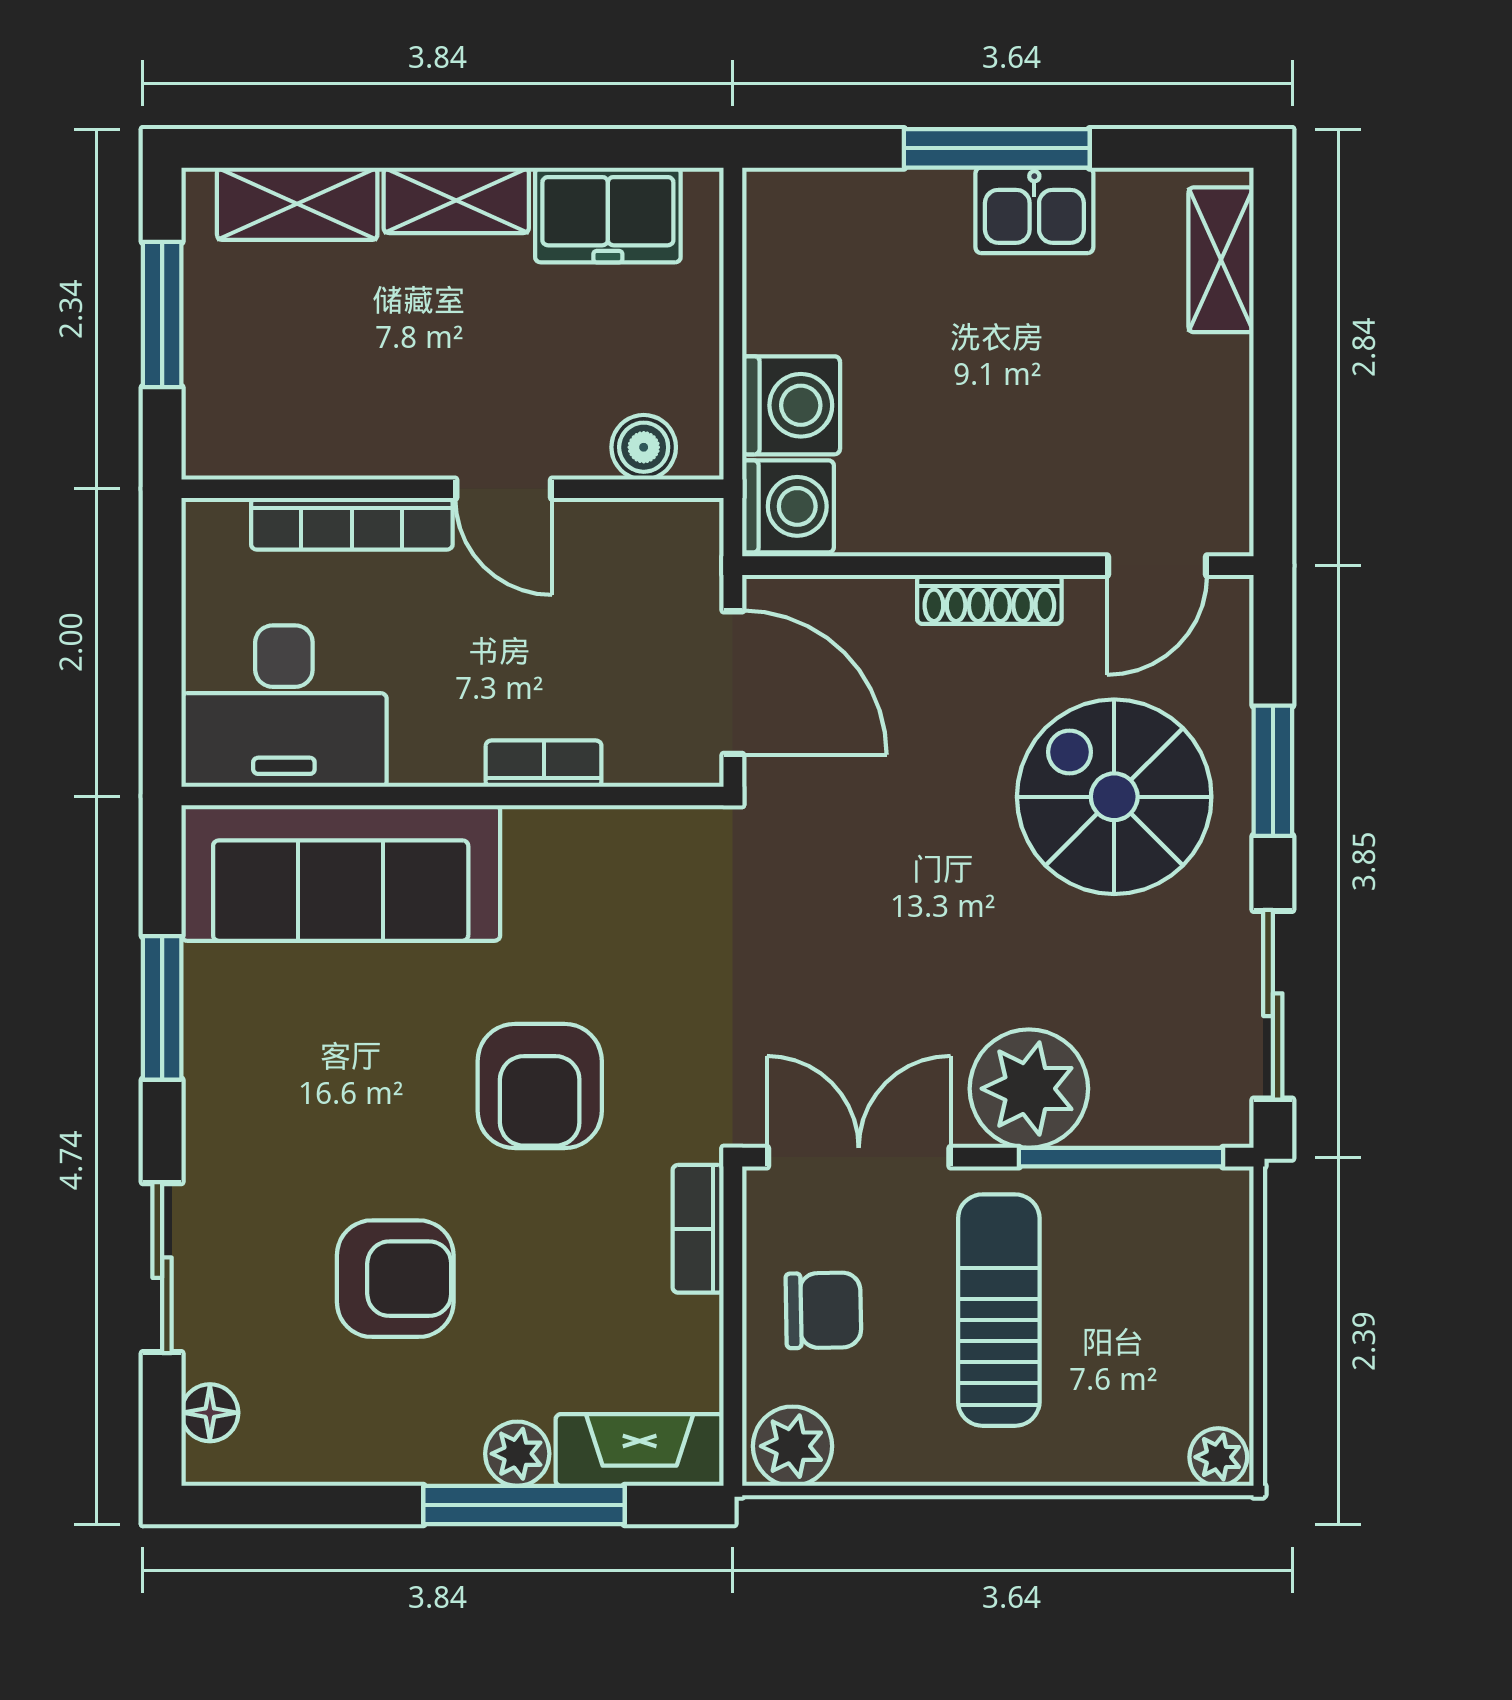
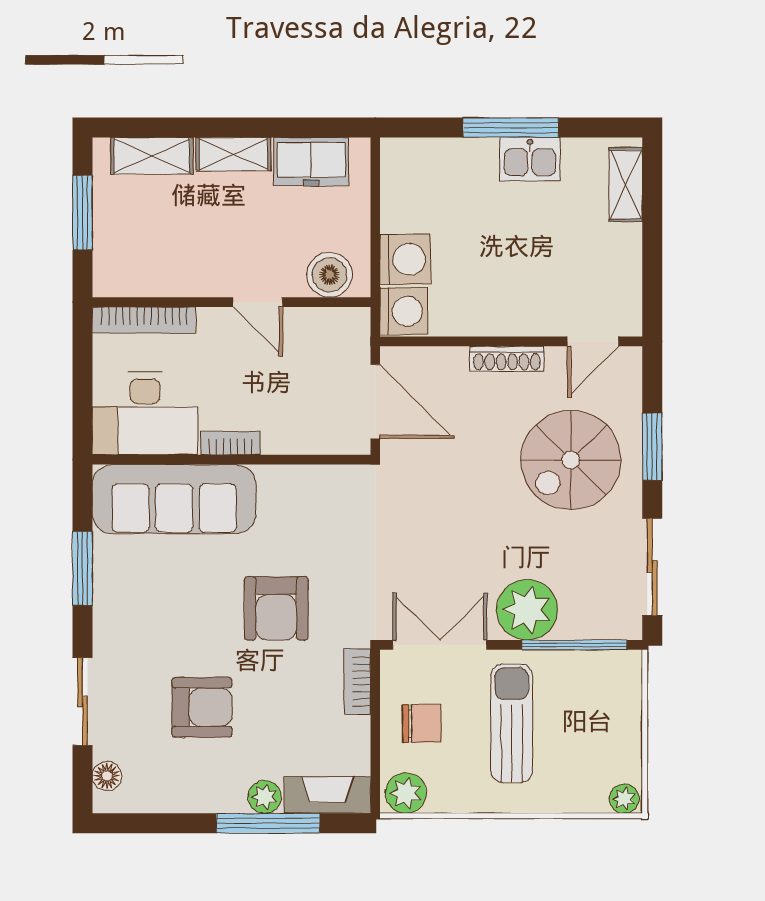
boiler: (644, 447) -> (330, 275), width x1.36, depth x1.36
bookcase: (352, 524) -> (144, 320), moved
bookcase: (544, 764) -> (231, 443), moved
spiral stairs: (1114, 797) -> (571, 460), turned -90

